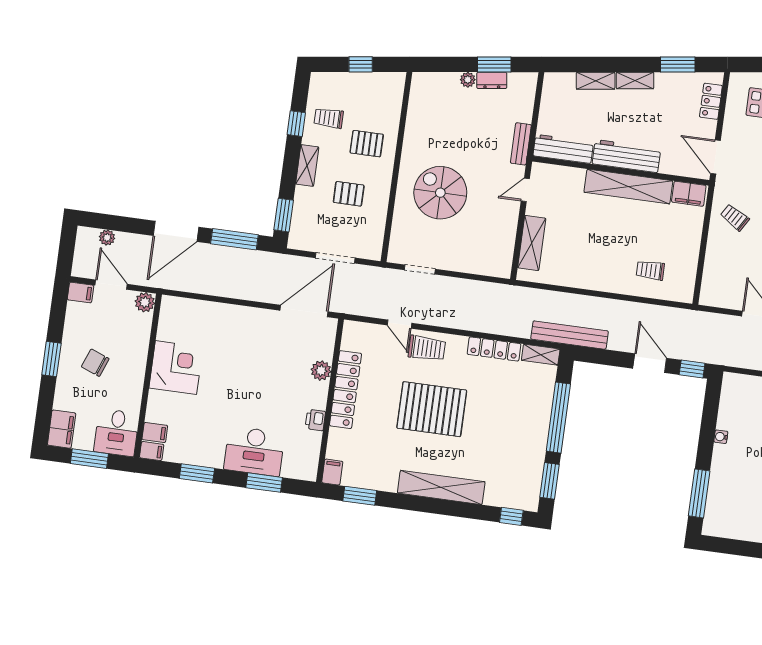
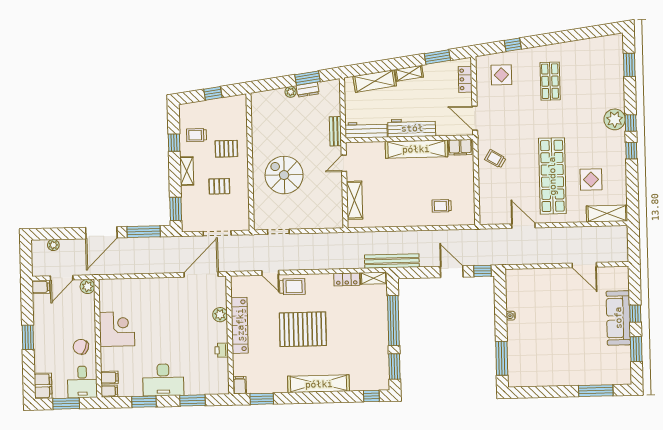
shelving: (596, 81) -> (375, 81), width x1.50, depth x1.33
door: (111, 285) -> (62, 278), swing flipped
locker: (494, 349) -> (347, 279), width x0.66
chair: (95, 363) -> (81, 347), moved
desk: (254, 451) -> (163, 380), moved

